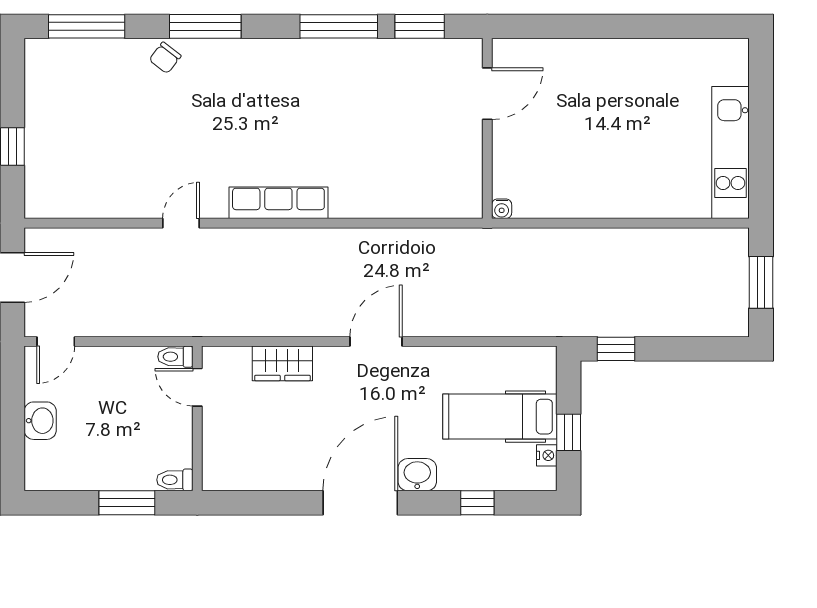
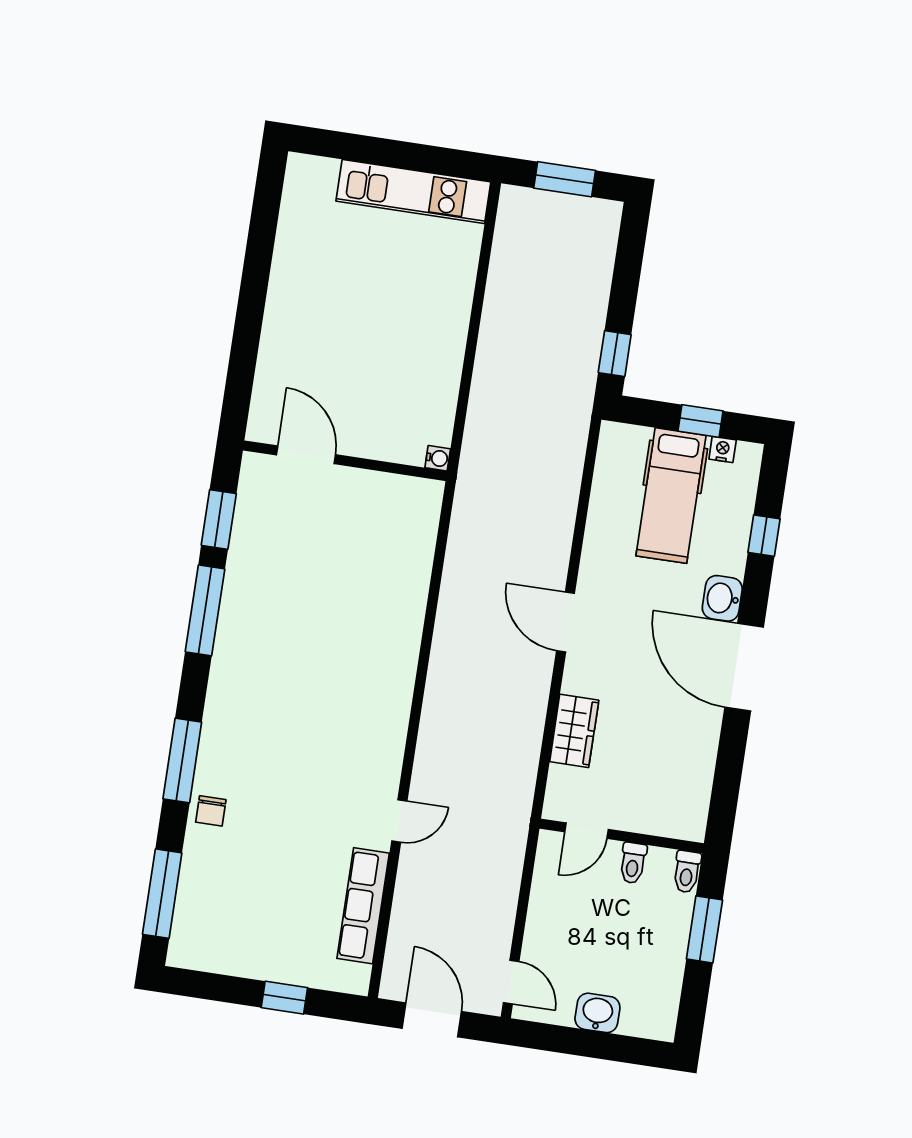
chair: (165, 58) -> (211, 811), turned 52
row of seats: (278, 203) -> (363, 906), moved
door: (181, 223) -> (399, 821), swing flipped
toilet: (175, 357) -> (633, 863), moved

